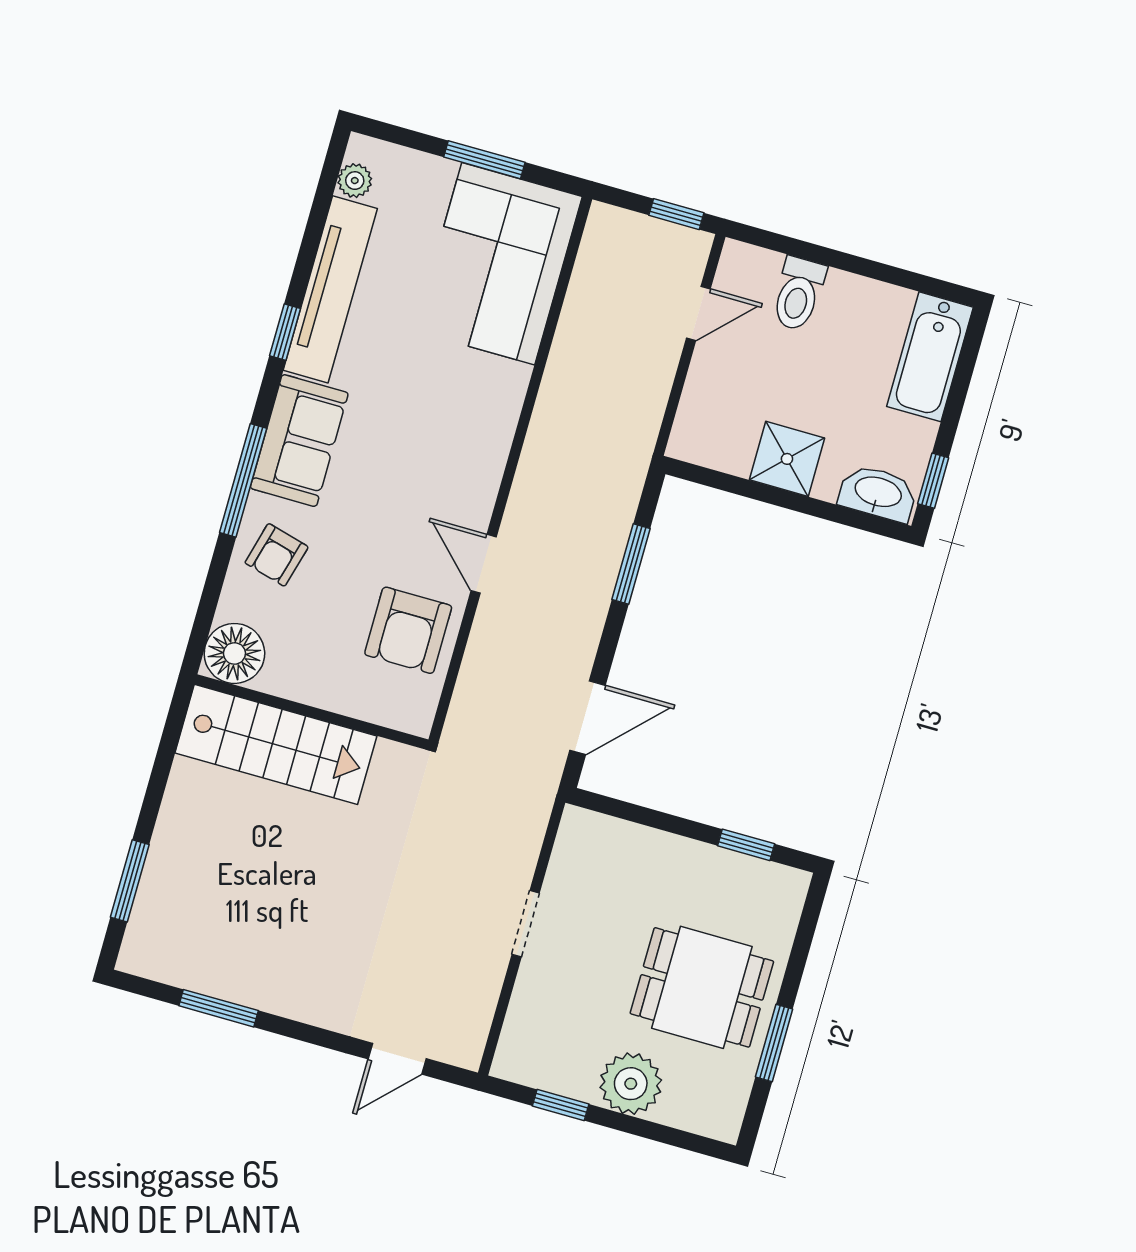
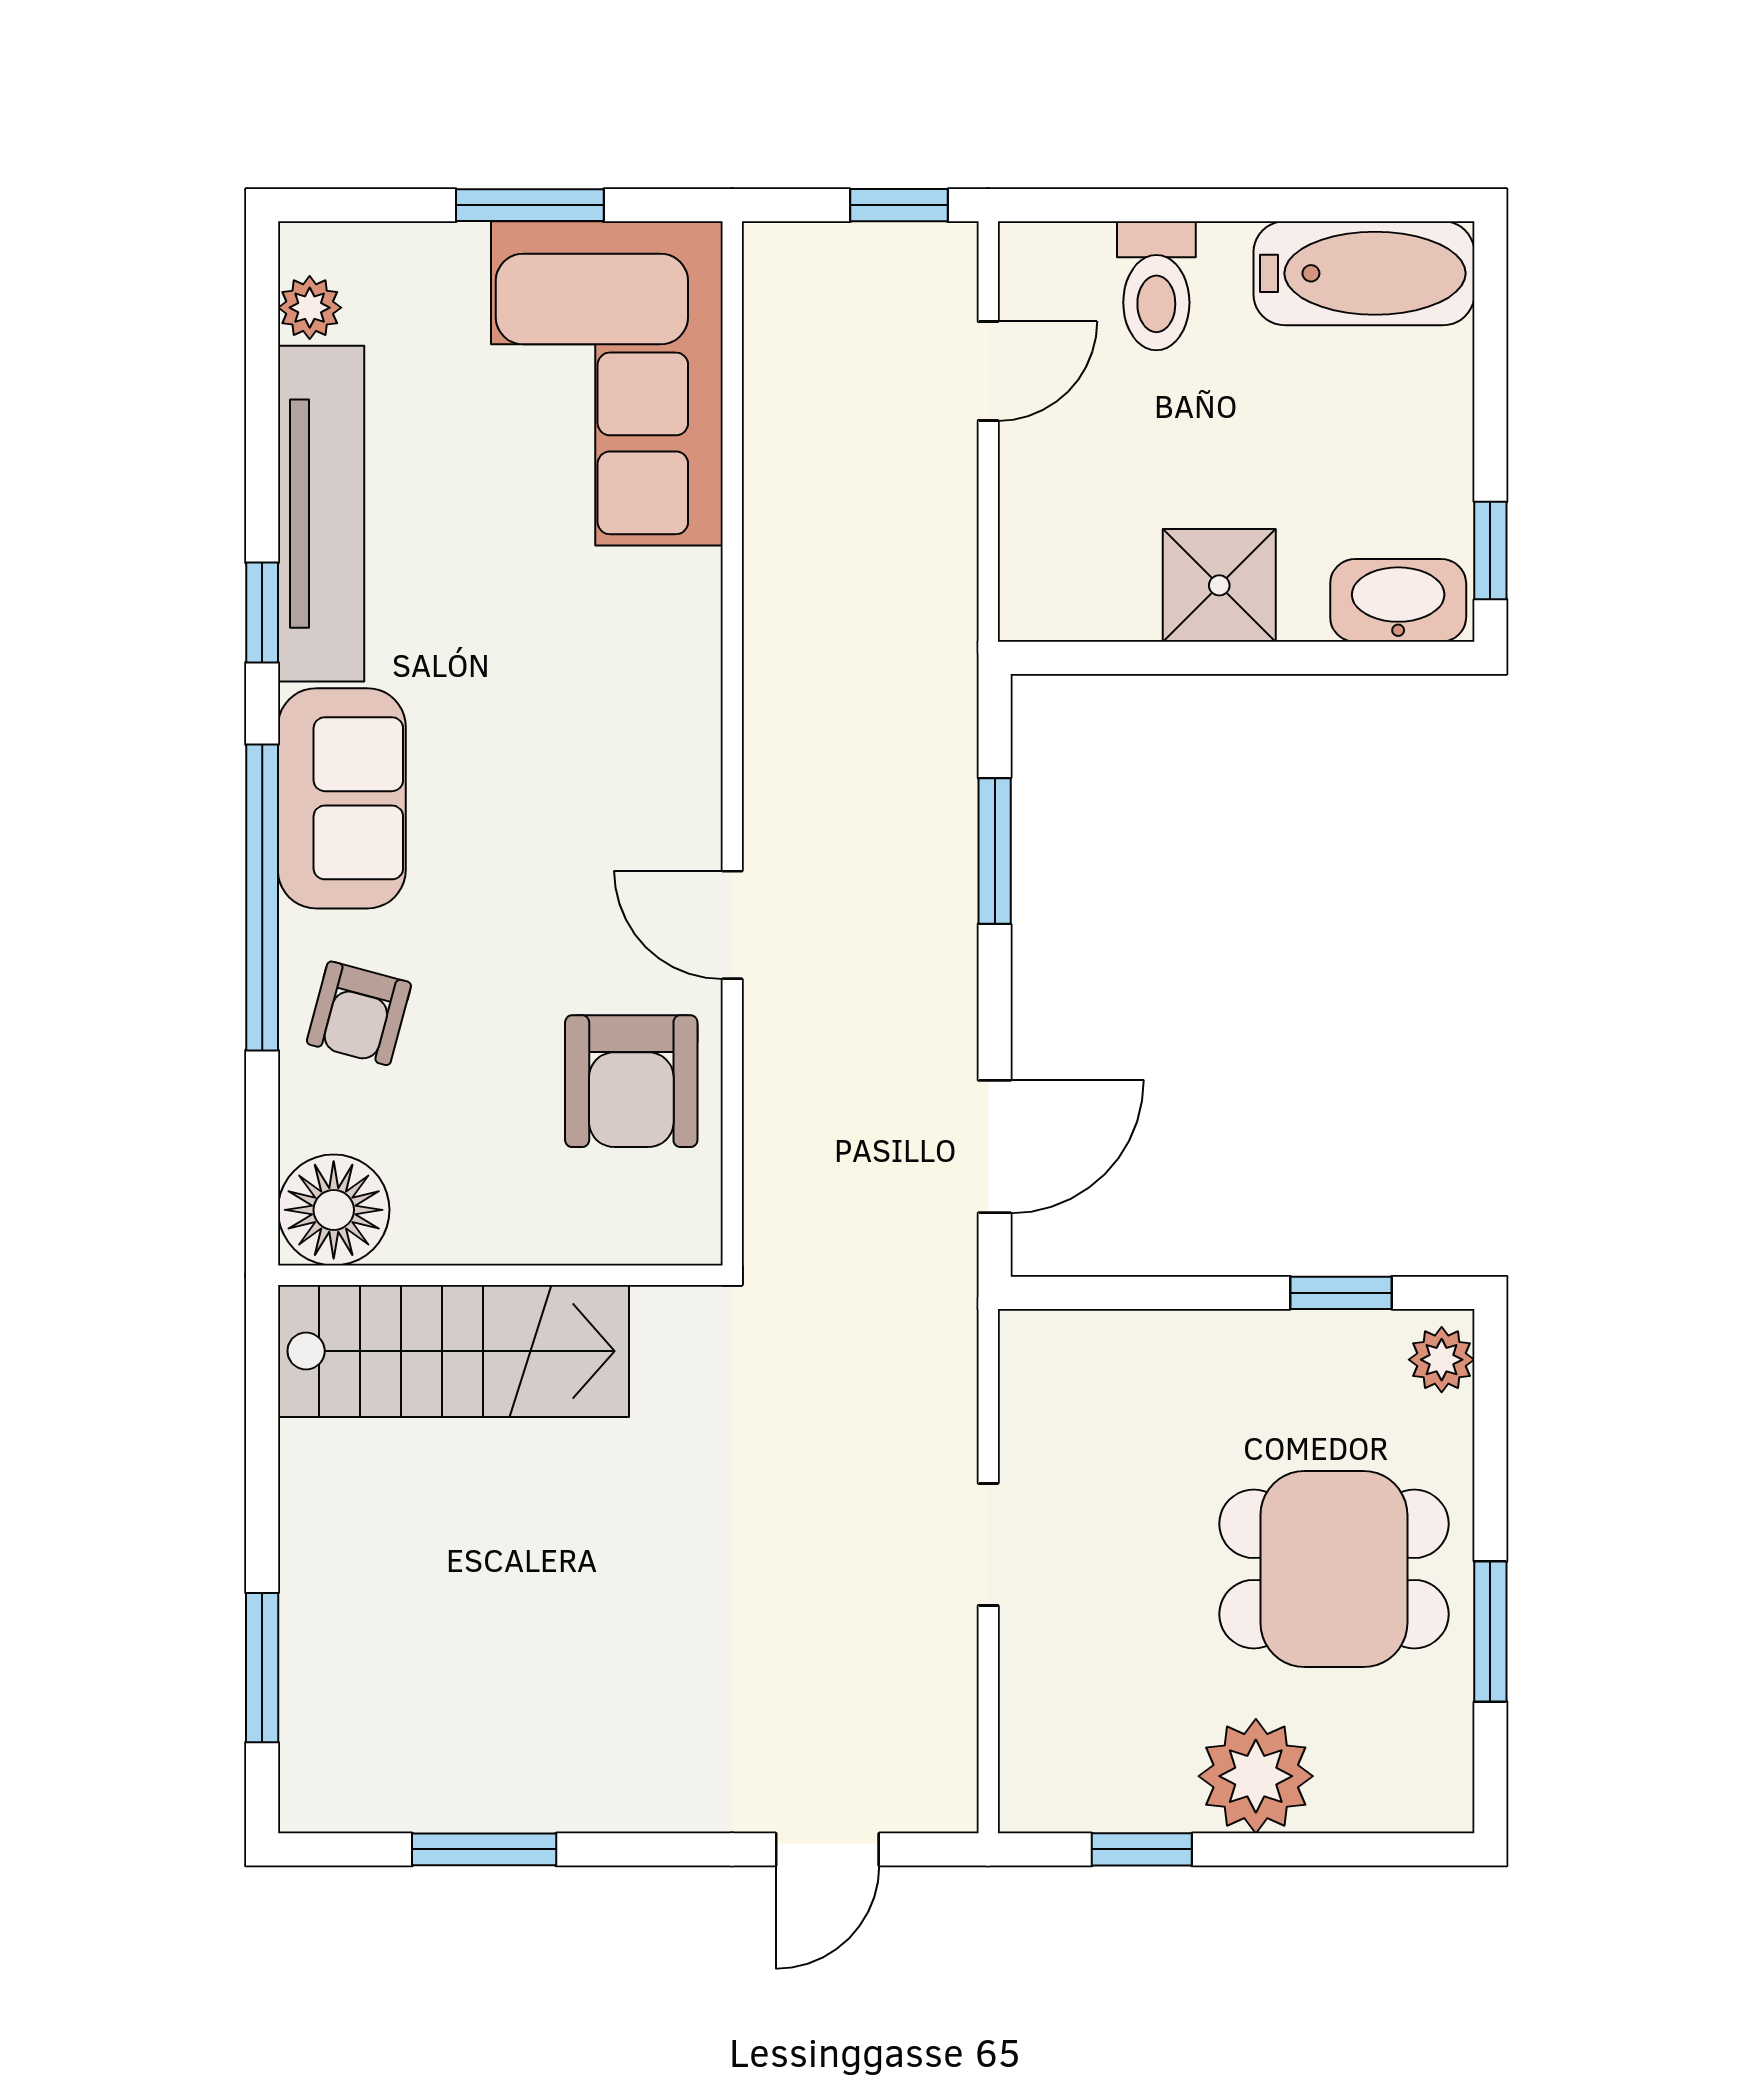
bathtub: (930, 357) -> (1364, 273), moved, turned -90
window: (243, 480) -> (262, 897), width x1.46
plant: (789, 894) -> (1442, 1360), added

